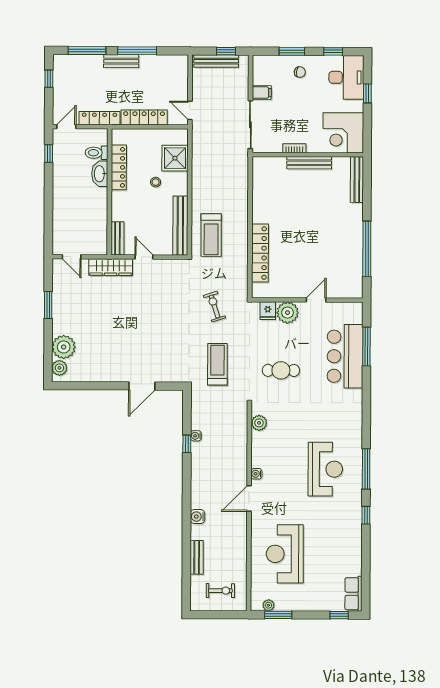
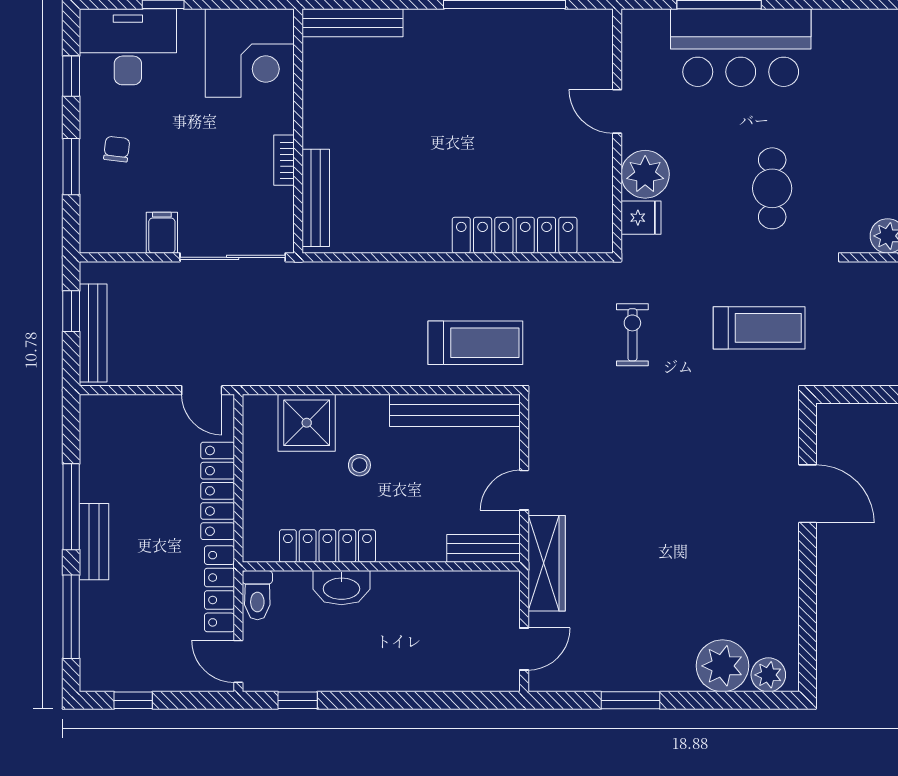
door: (190, 110) -> (202, 390), hinge flipped
toilet: (97, 153) -> (257, 595), moved
bench: (309, 163) -> (316, 198), moved
exercise bike: (214, 307) -> (632, 335), turned 108
treadmill: (217, 364) -> (759, 328), turned 180

